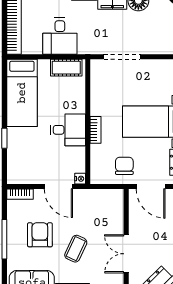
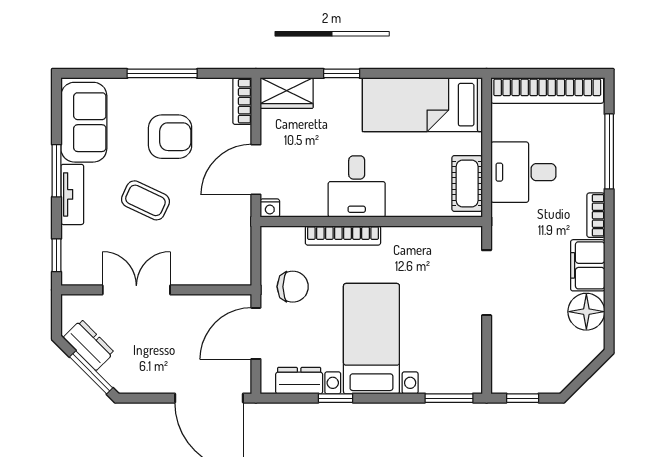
bookcase: (95, 130) -> (343, 235), width x1.56
wardrobe: (15, 169) -> (287, 93), added

